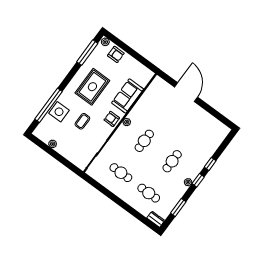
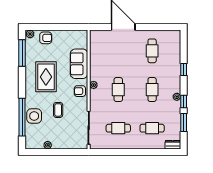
cafe table: (195, 129) -> (152, 51), added
window: (198, 180) -> (184, 102), moved

